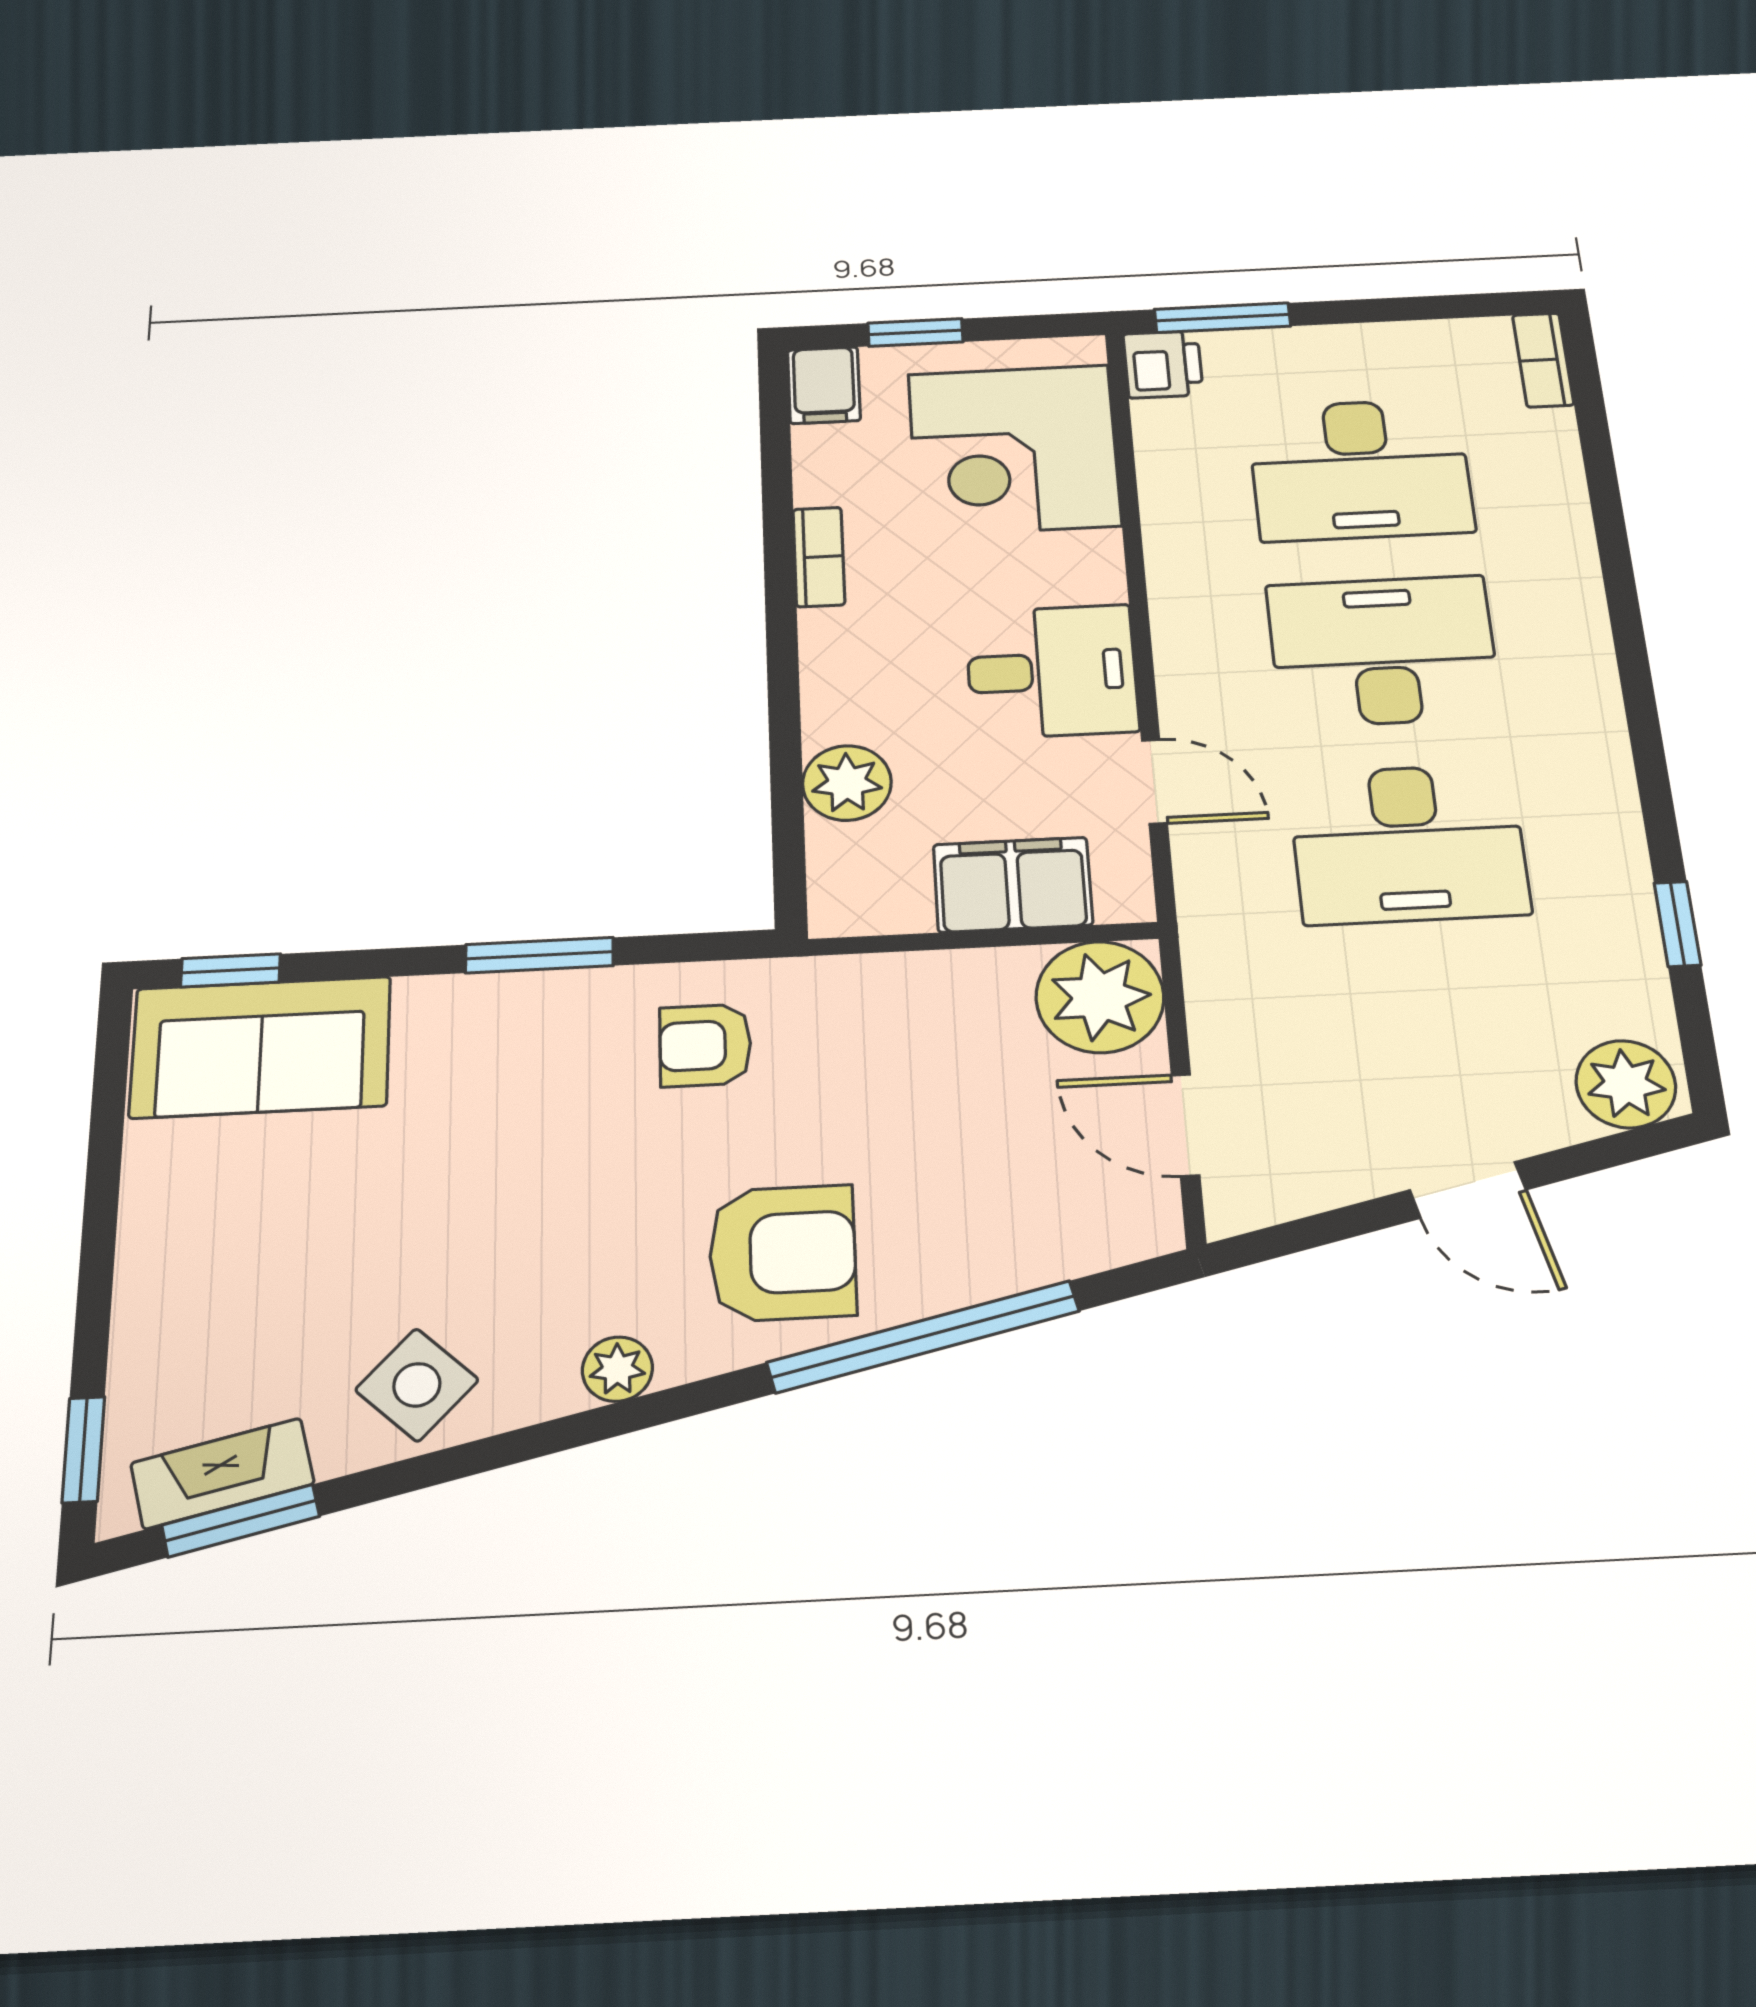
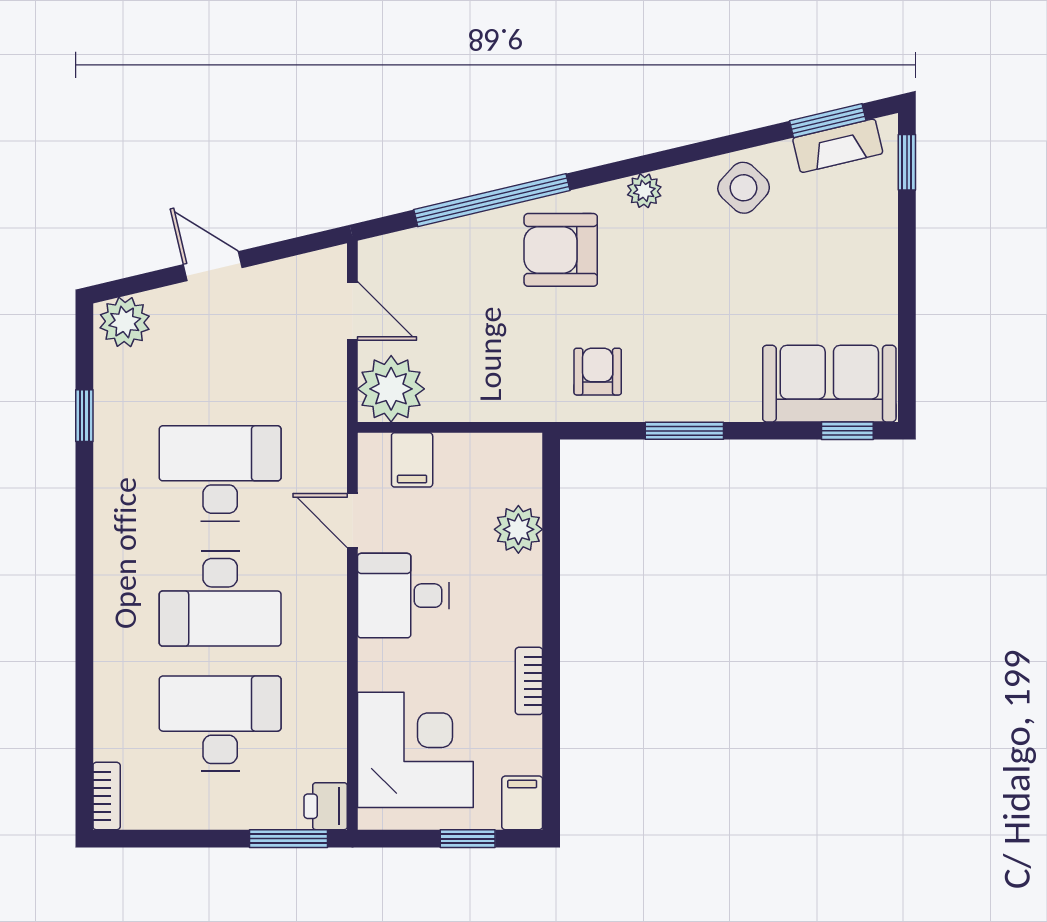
filing cabinet: (1013, 885) -> (412, 460), width x0.50
armchair: (705, 1045) -> (598, 372), turned -90

